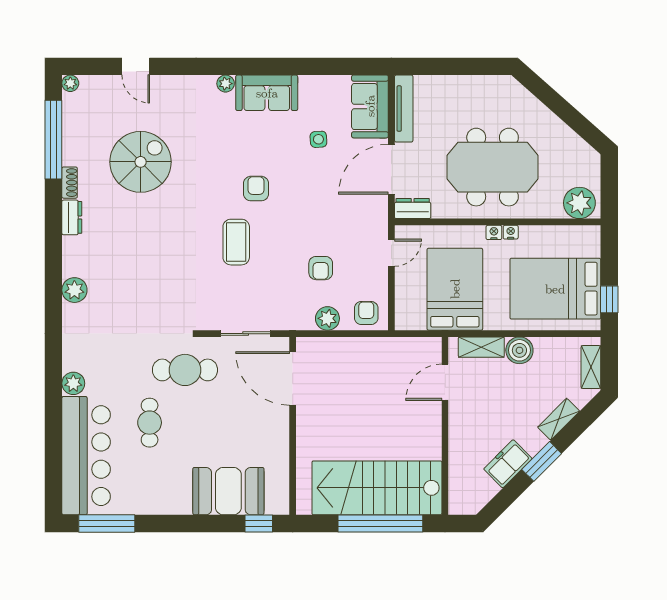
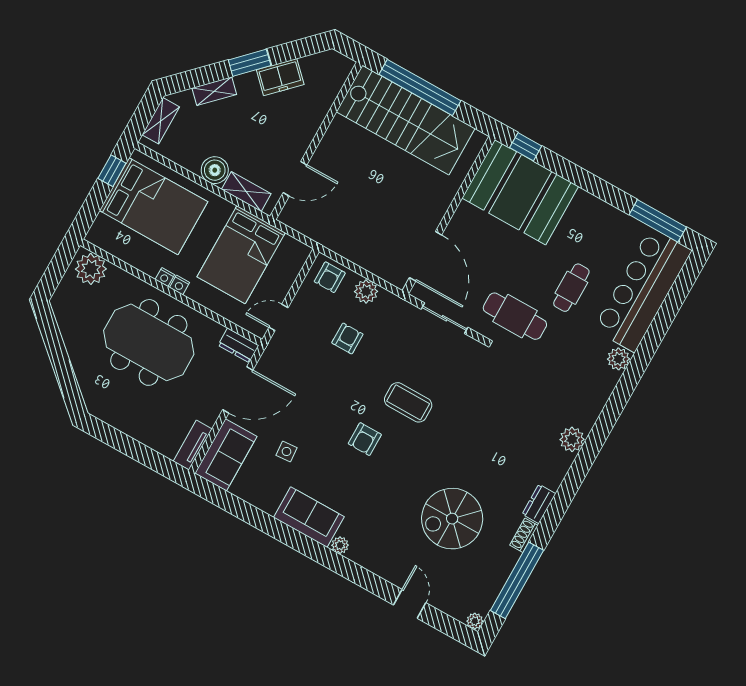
tv unit: (404, 109) -> (193, 445), width x0.71
coffee table: (236, 242) -> (408, 402), turned 90
booth: (228, 491) -> (520, 192), width x1.36, depth x1.42

